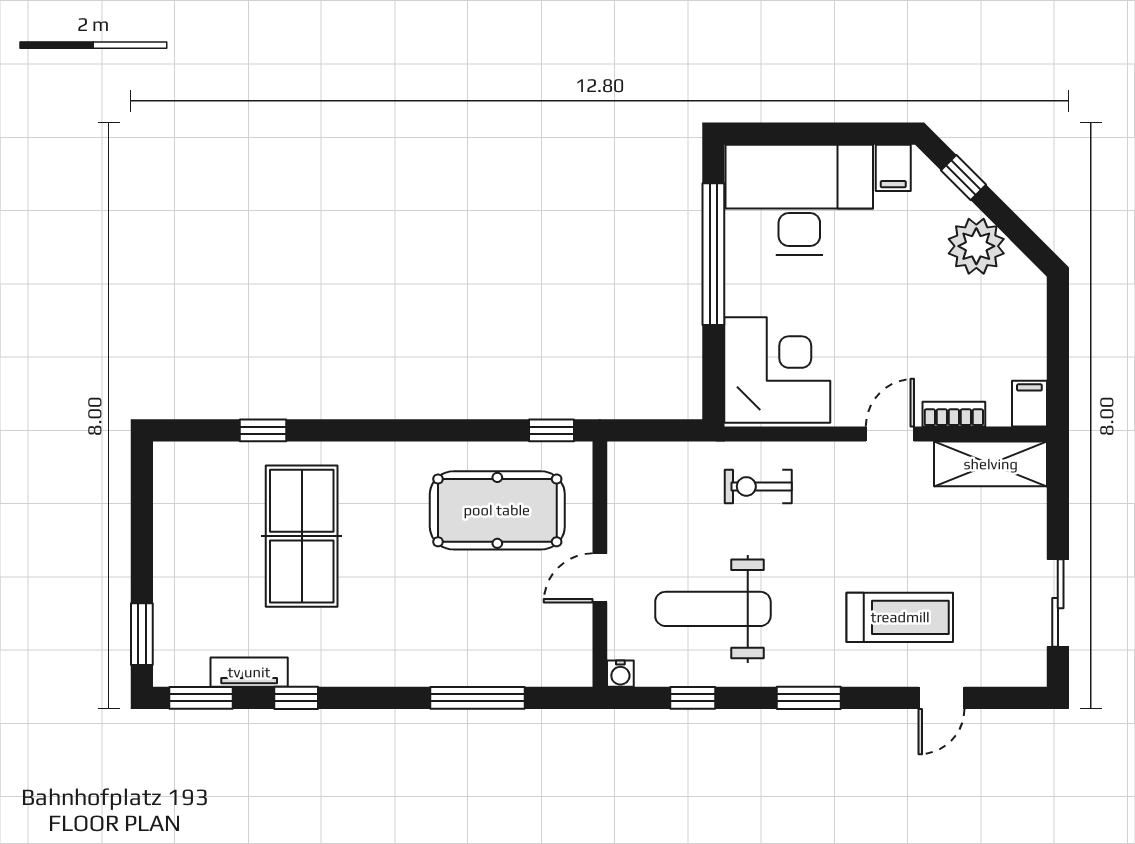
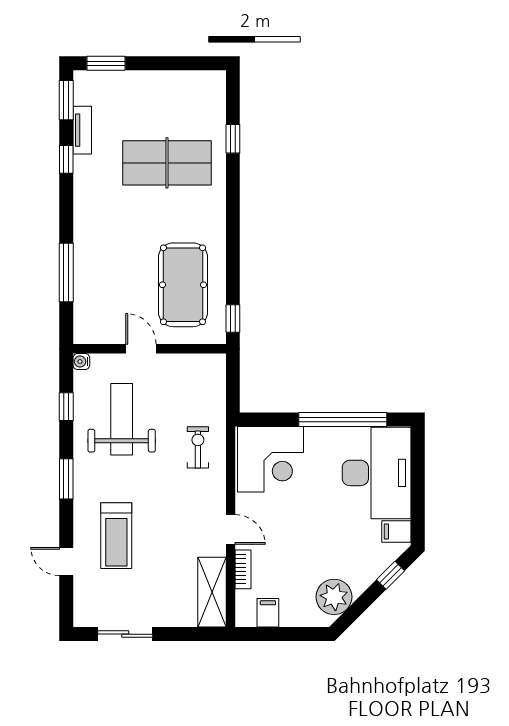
plant: (976, 246) -> (334, 597), moved
filing cabinet: (1029, 404) -> (268, 613), moved, turned -90

